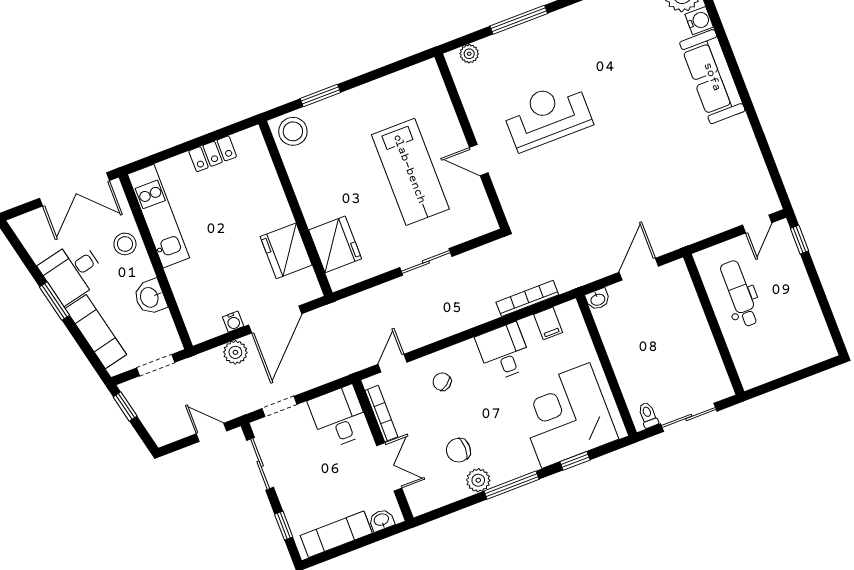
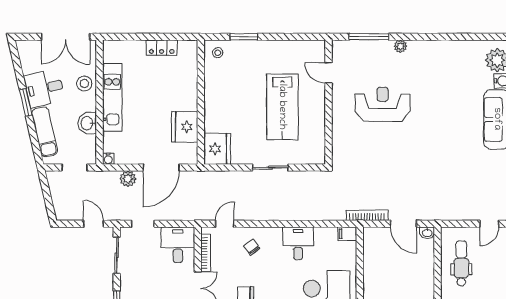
window: (519, 20) -> (369, 37), moved
plant: (469, 54) -> (400, 46), moved
stool: (293, 131) -> (218, 53), width x0.53, depth x0.53
door: (479, 160) -> (329, 73), moved
kitchen unit: (158, 216) -> (112, 98), moved
fridge: (335, 244) -> (217, 149), moved
door: (639, 269) -> (403, 224), swing flipped
bookcase: (527, 298) -> (367, 215), moved
washbasin: (598, 299) -> (427, 233), moved
water cooler: (233, 322) -> (108, 159), moved
filing cabinet: (548, 323) -> (347, 234), moved, turned 90
window: (125, 406) -> (45, 186), removed

